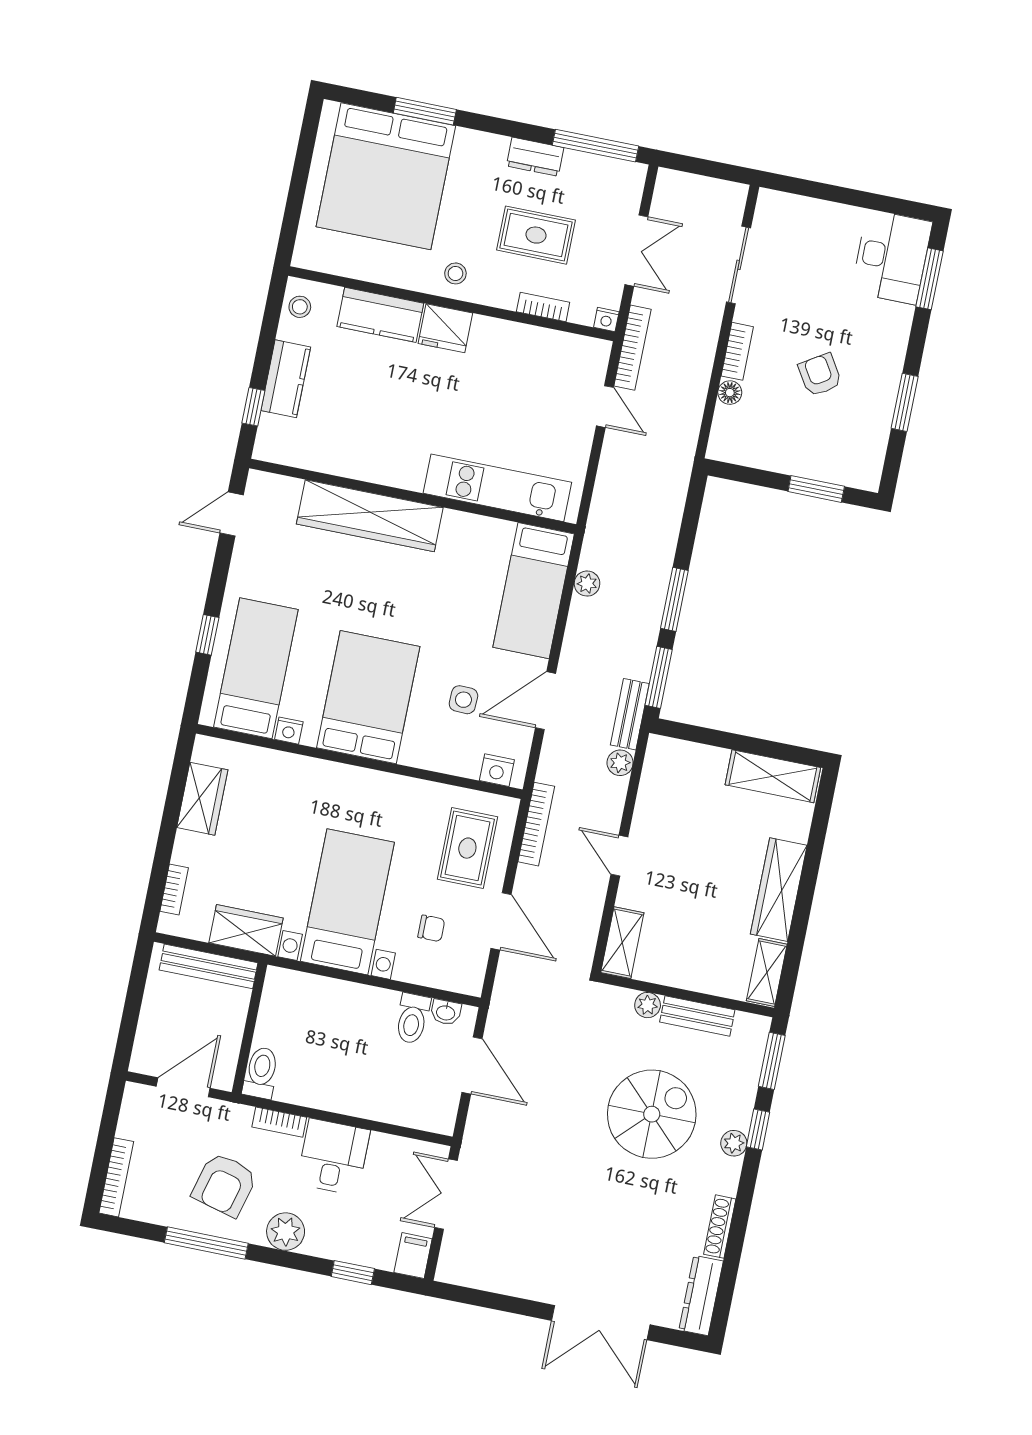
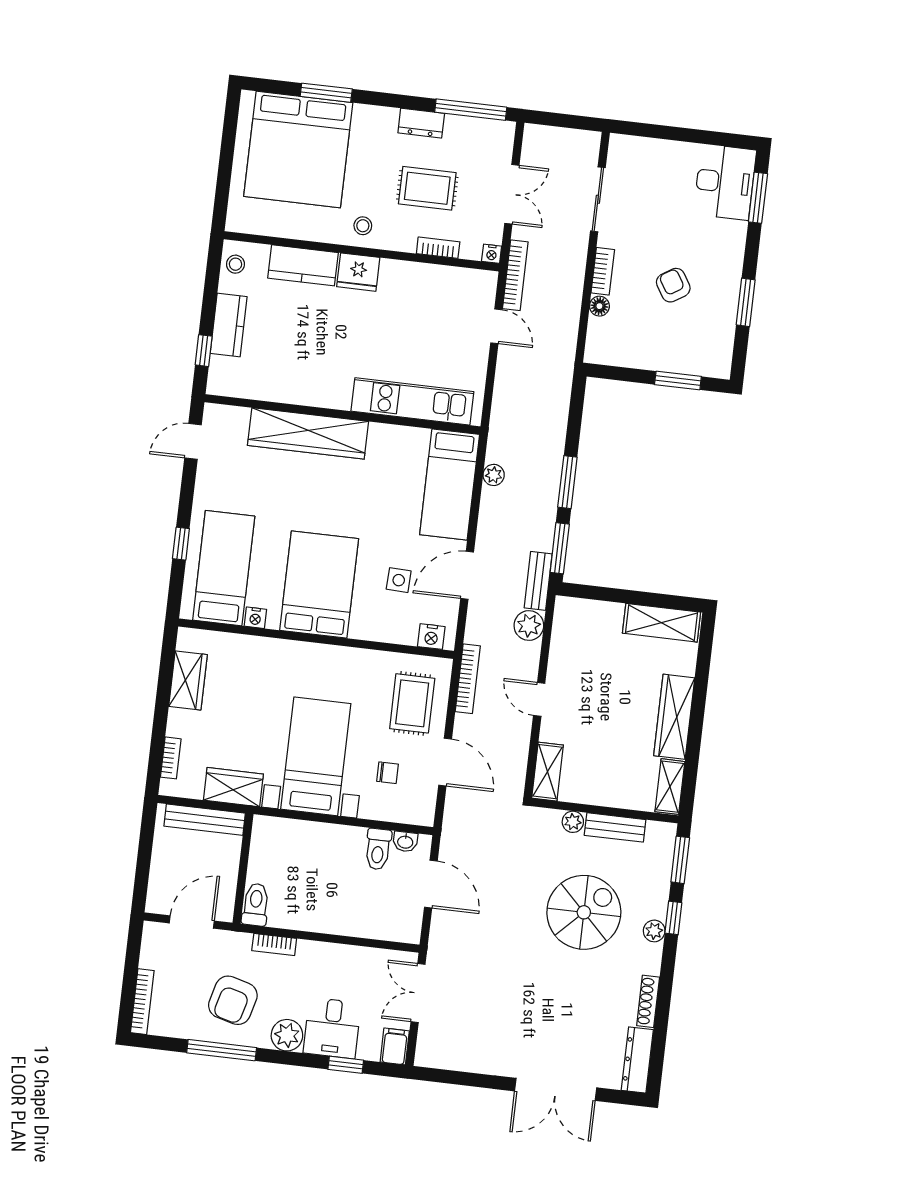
plant: (620, 763) -> (529, 625), width x1.38, depth x1.38
desk: (333, 1157) -> (332, 1028), moved, turned 180

